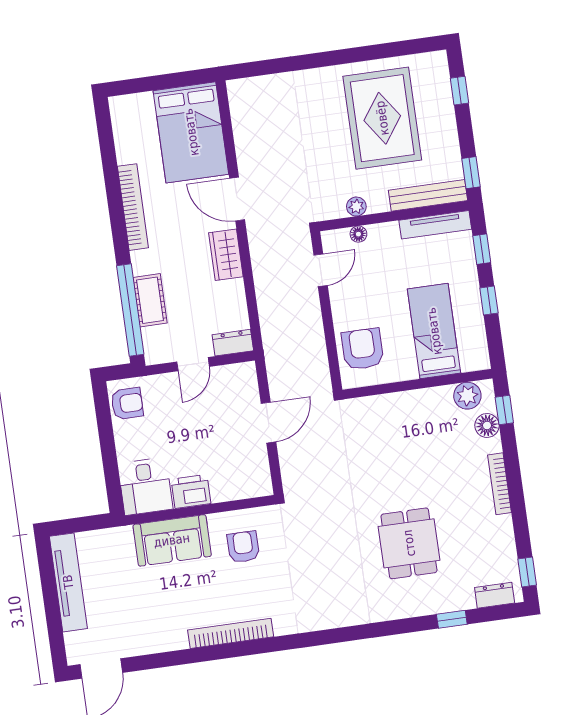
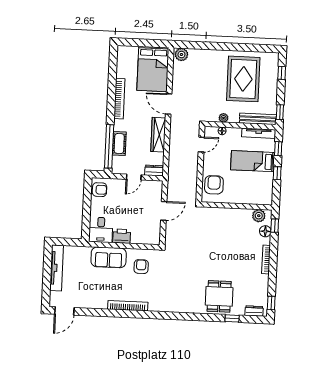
plant: (245, 91) -> (181, 55), added
wardrobe: (226, 255) -> (158, 135), width x1.50
bed: (434, 331) -> (253, 161), moved, turned -90
dining table: (409, 543) -> (219, 296), moved

